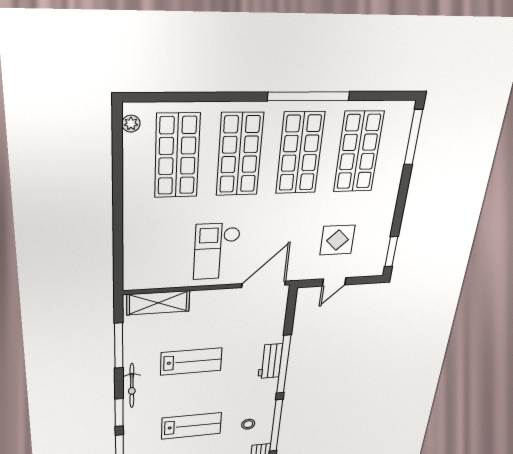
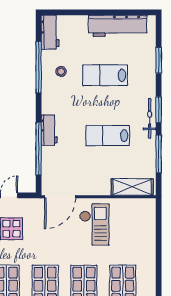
window: (284, 365) -> (39, 149), moved
window: (119, 413) -> (159, 110), moved

